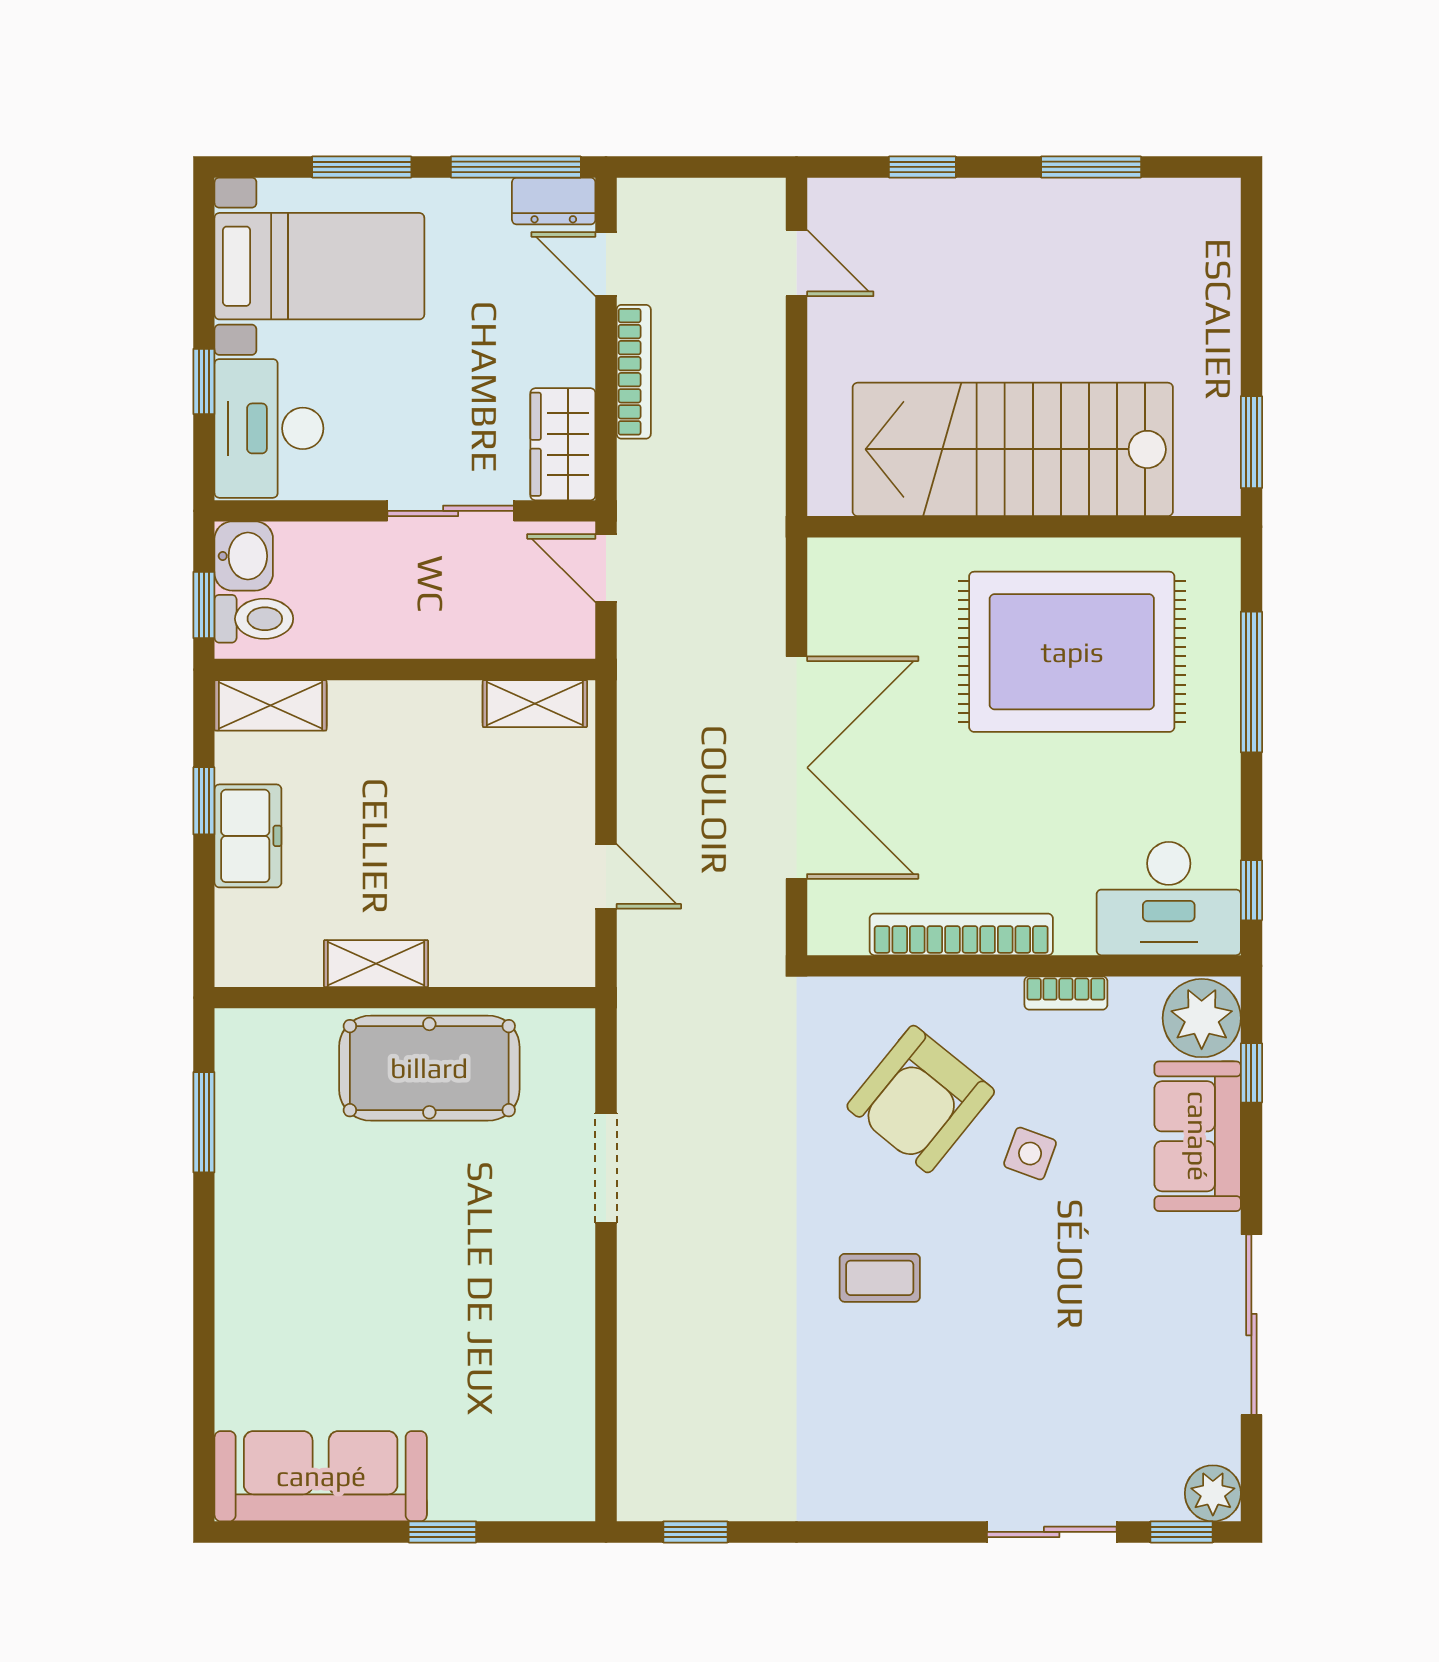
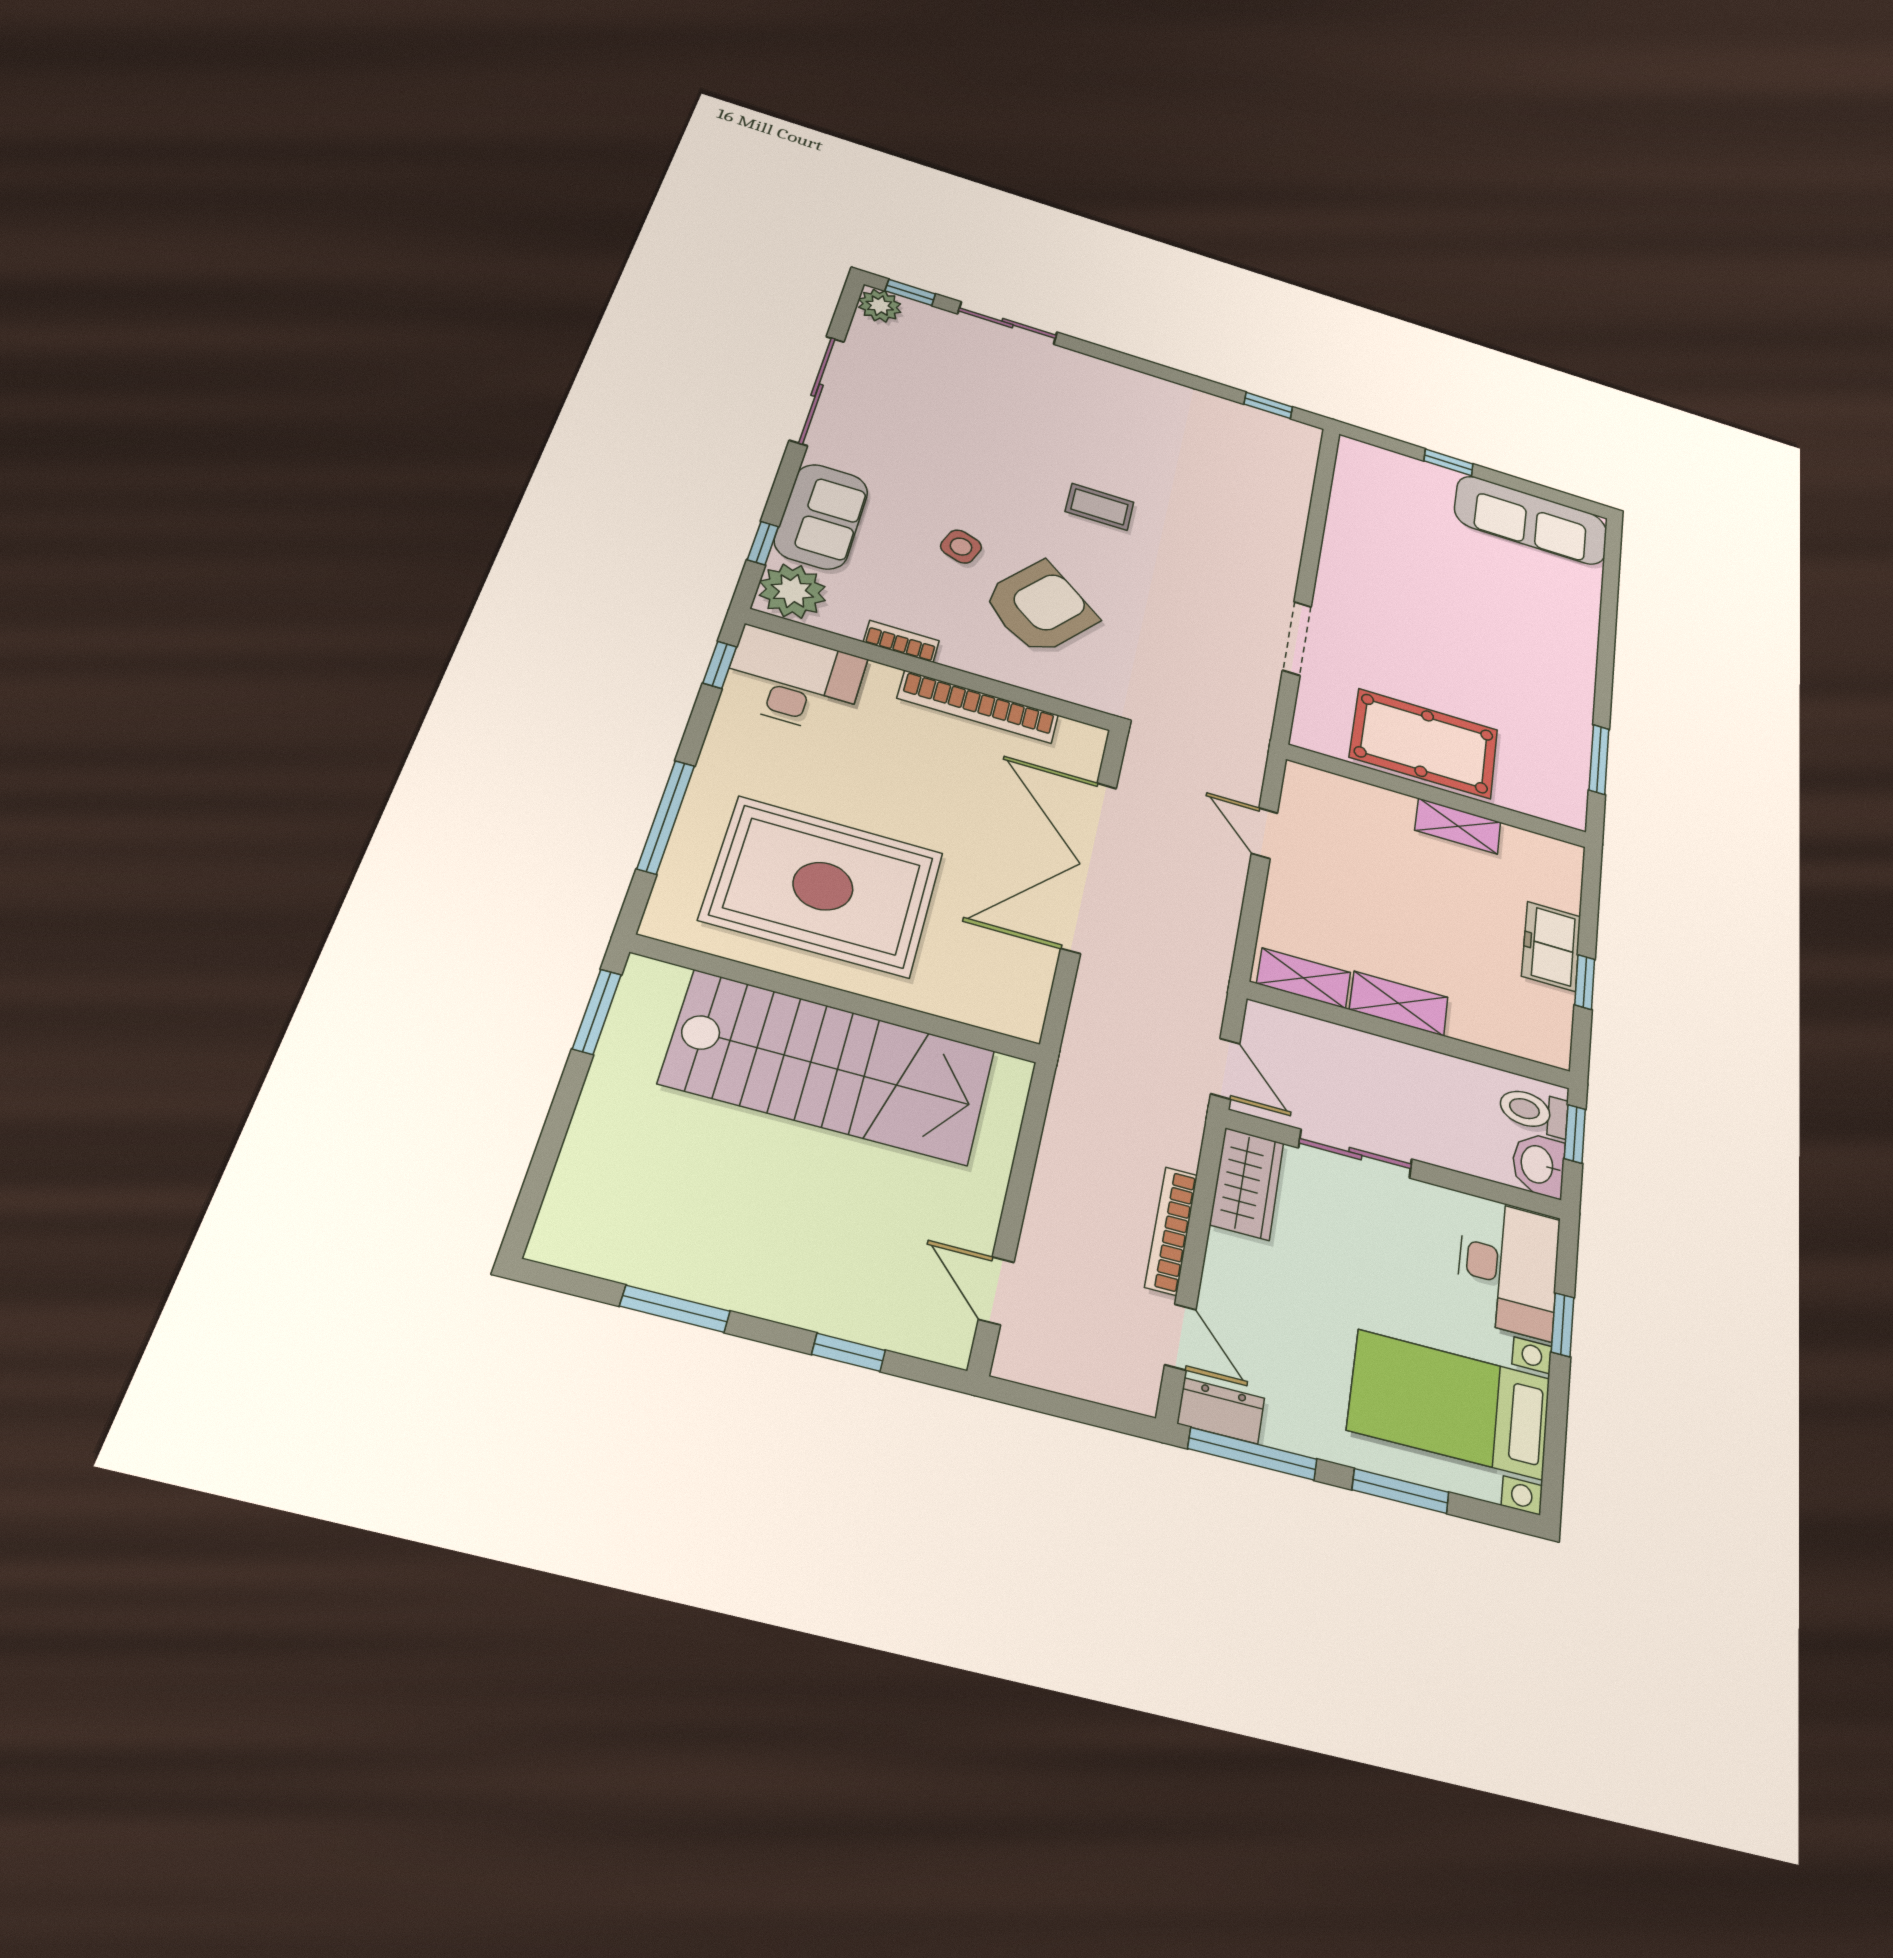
shelving: (271, 705) -> (1399, 1003), moved

